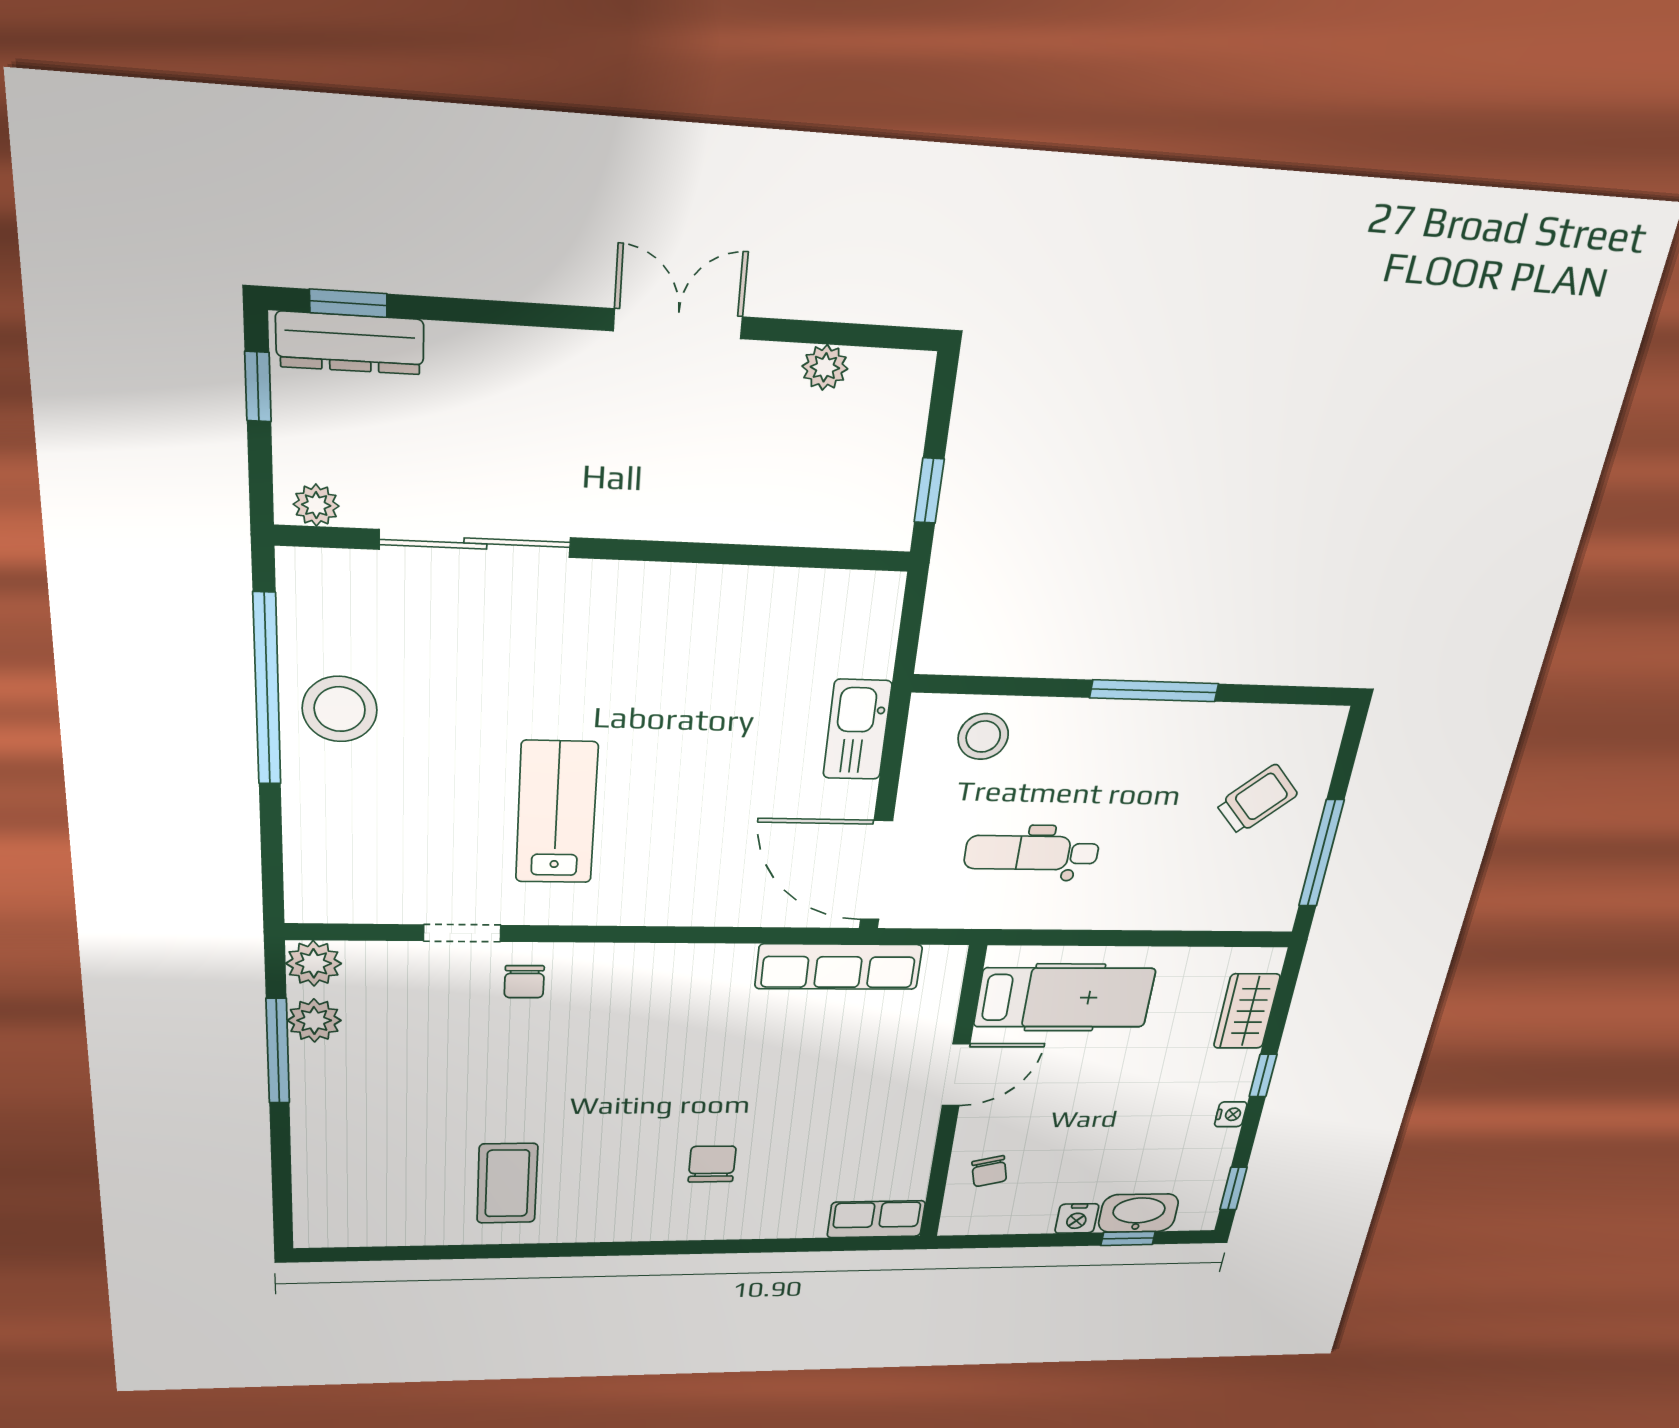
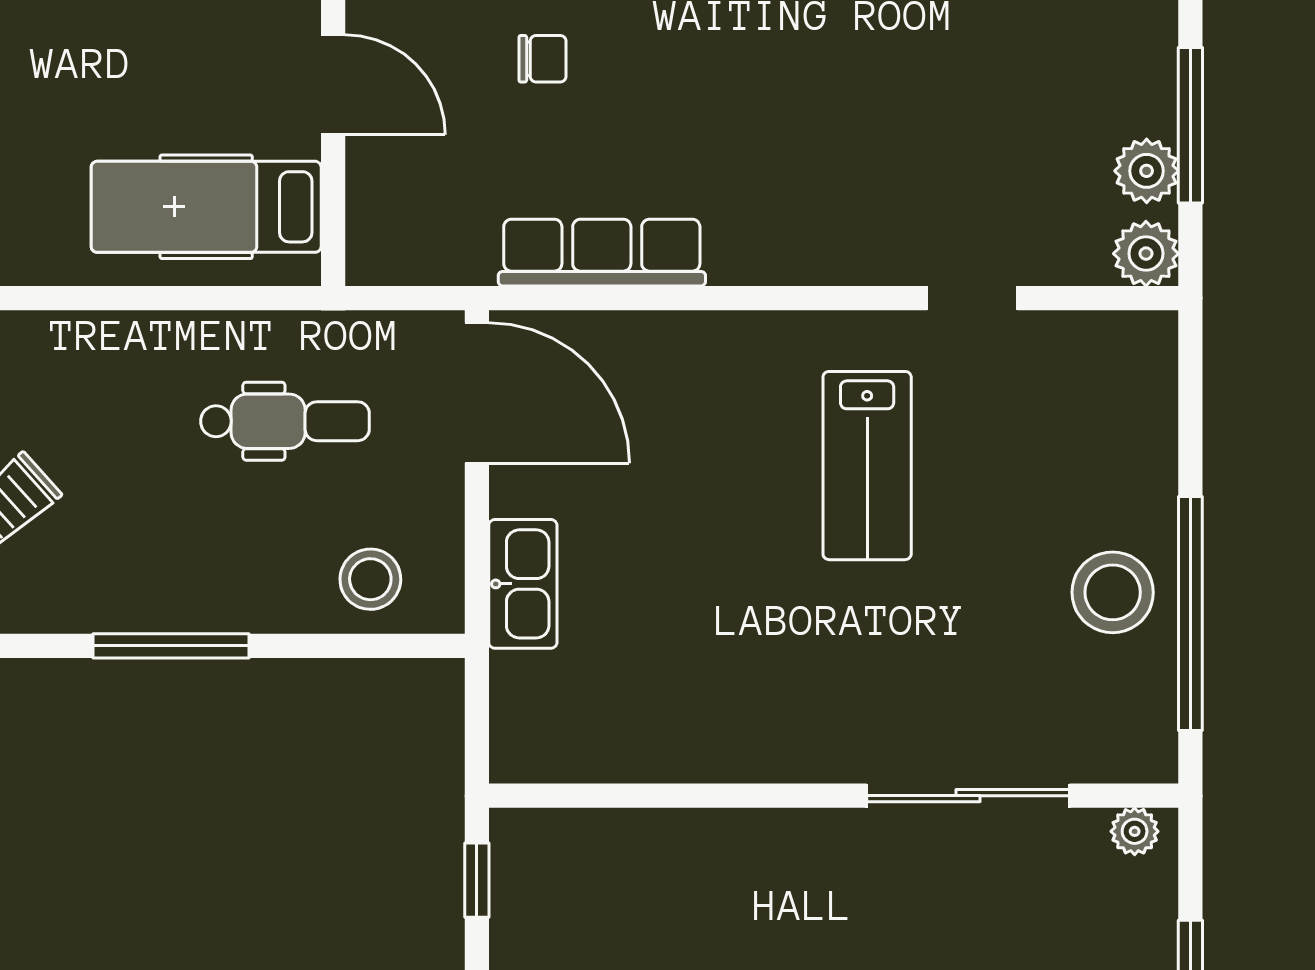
row of seats: (839, 967) -> (602, 253), moved
chair: (524, 982) -> (542, 59), moved, turned 90
door: (956, 1075) -> (333, 85), swing flipped

